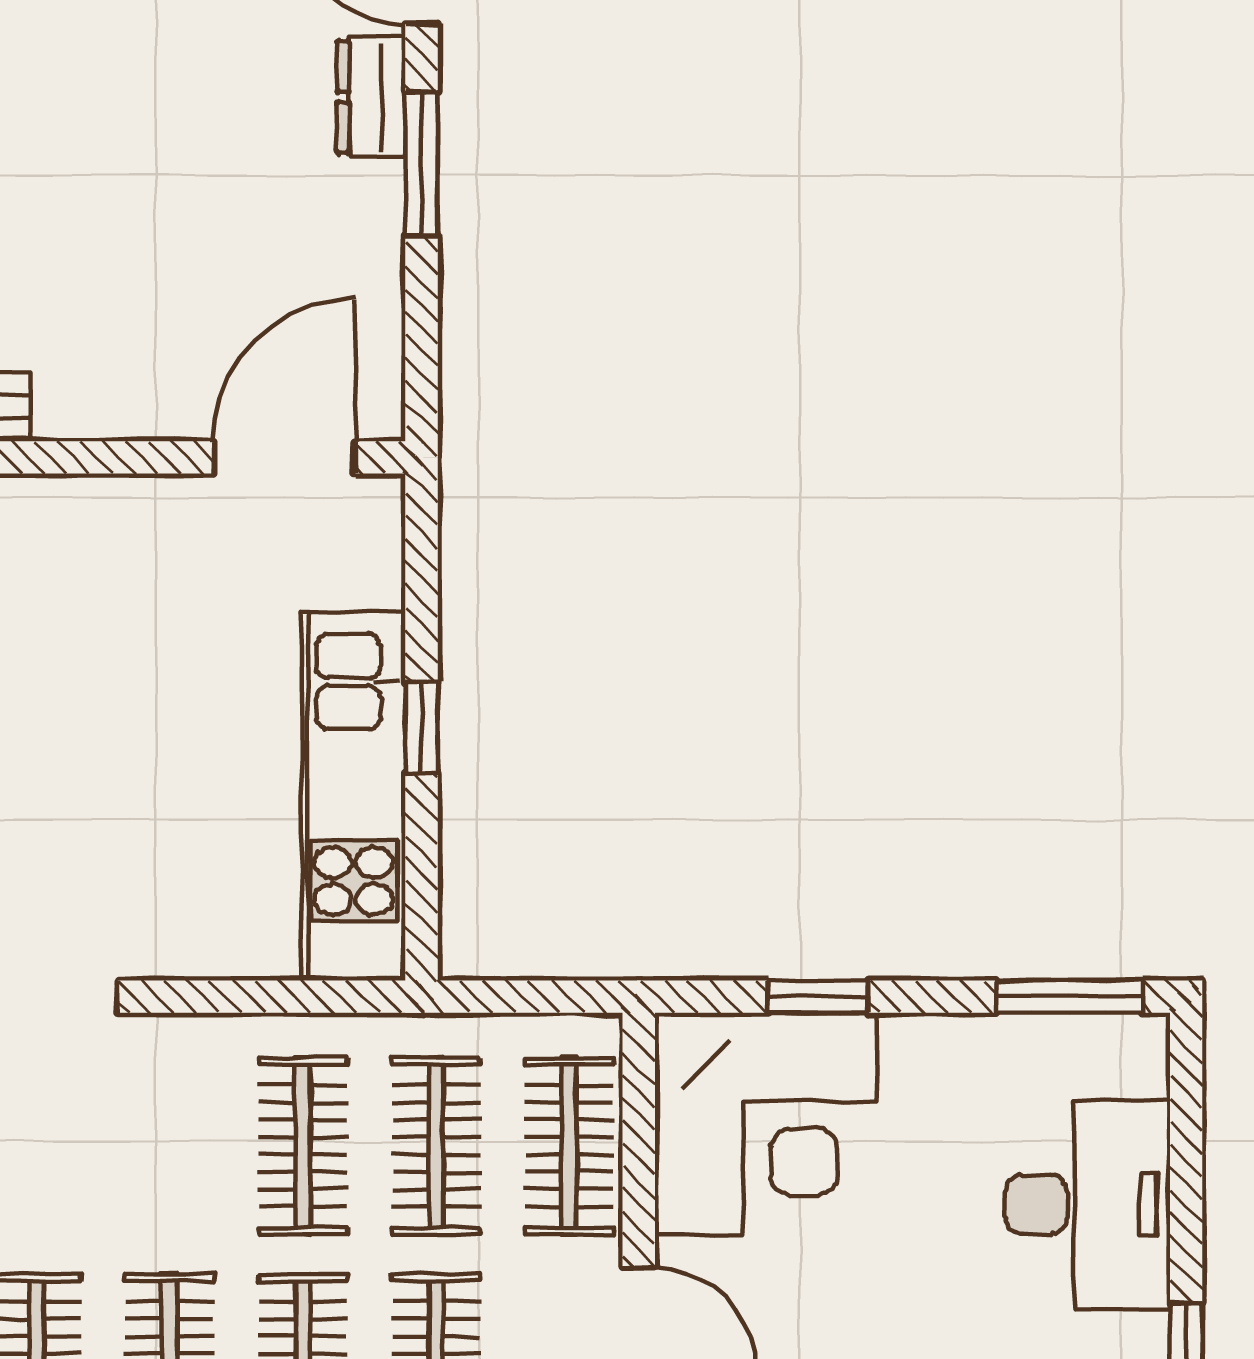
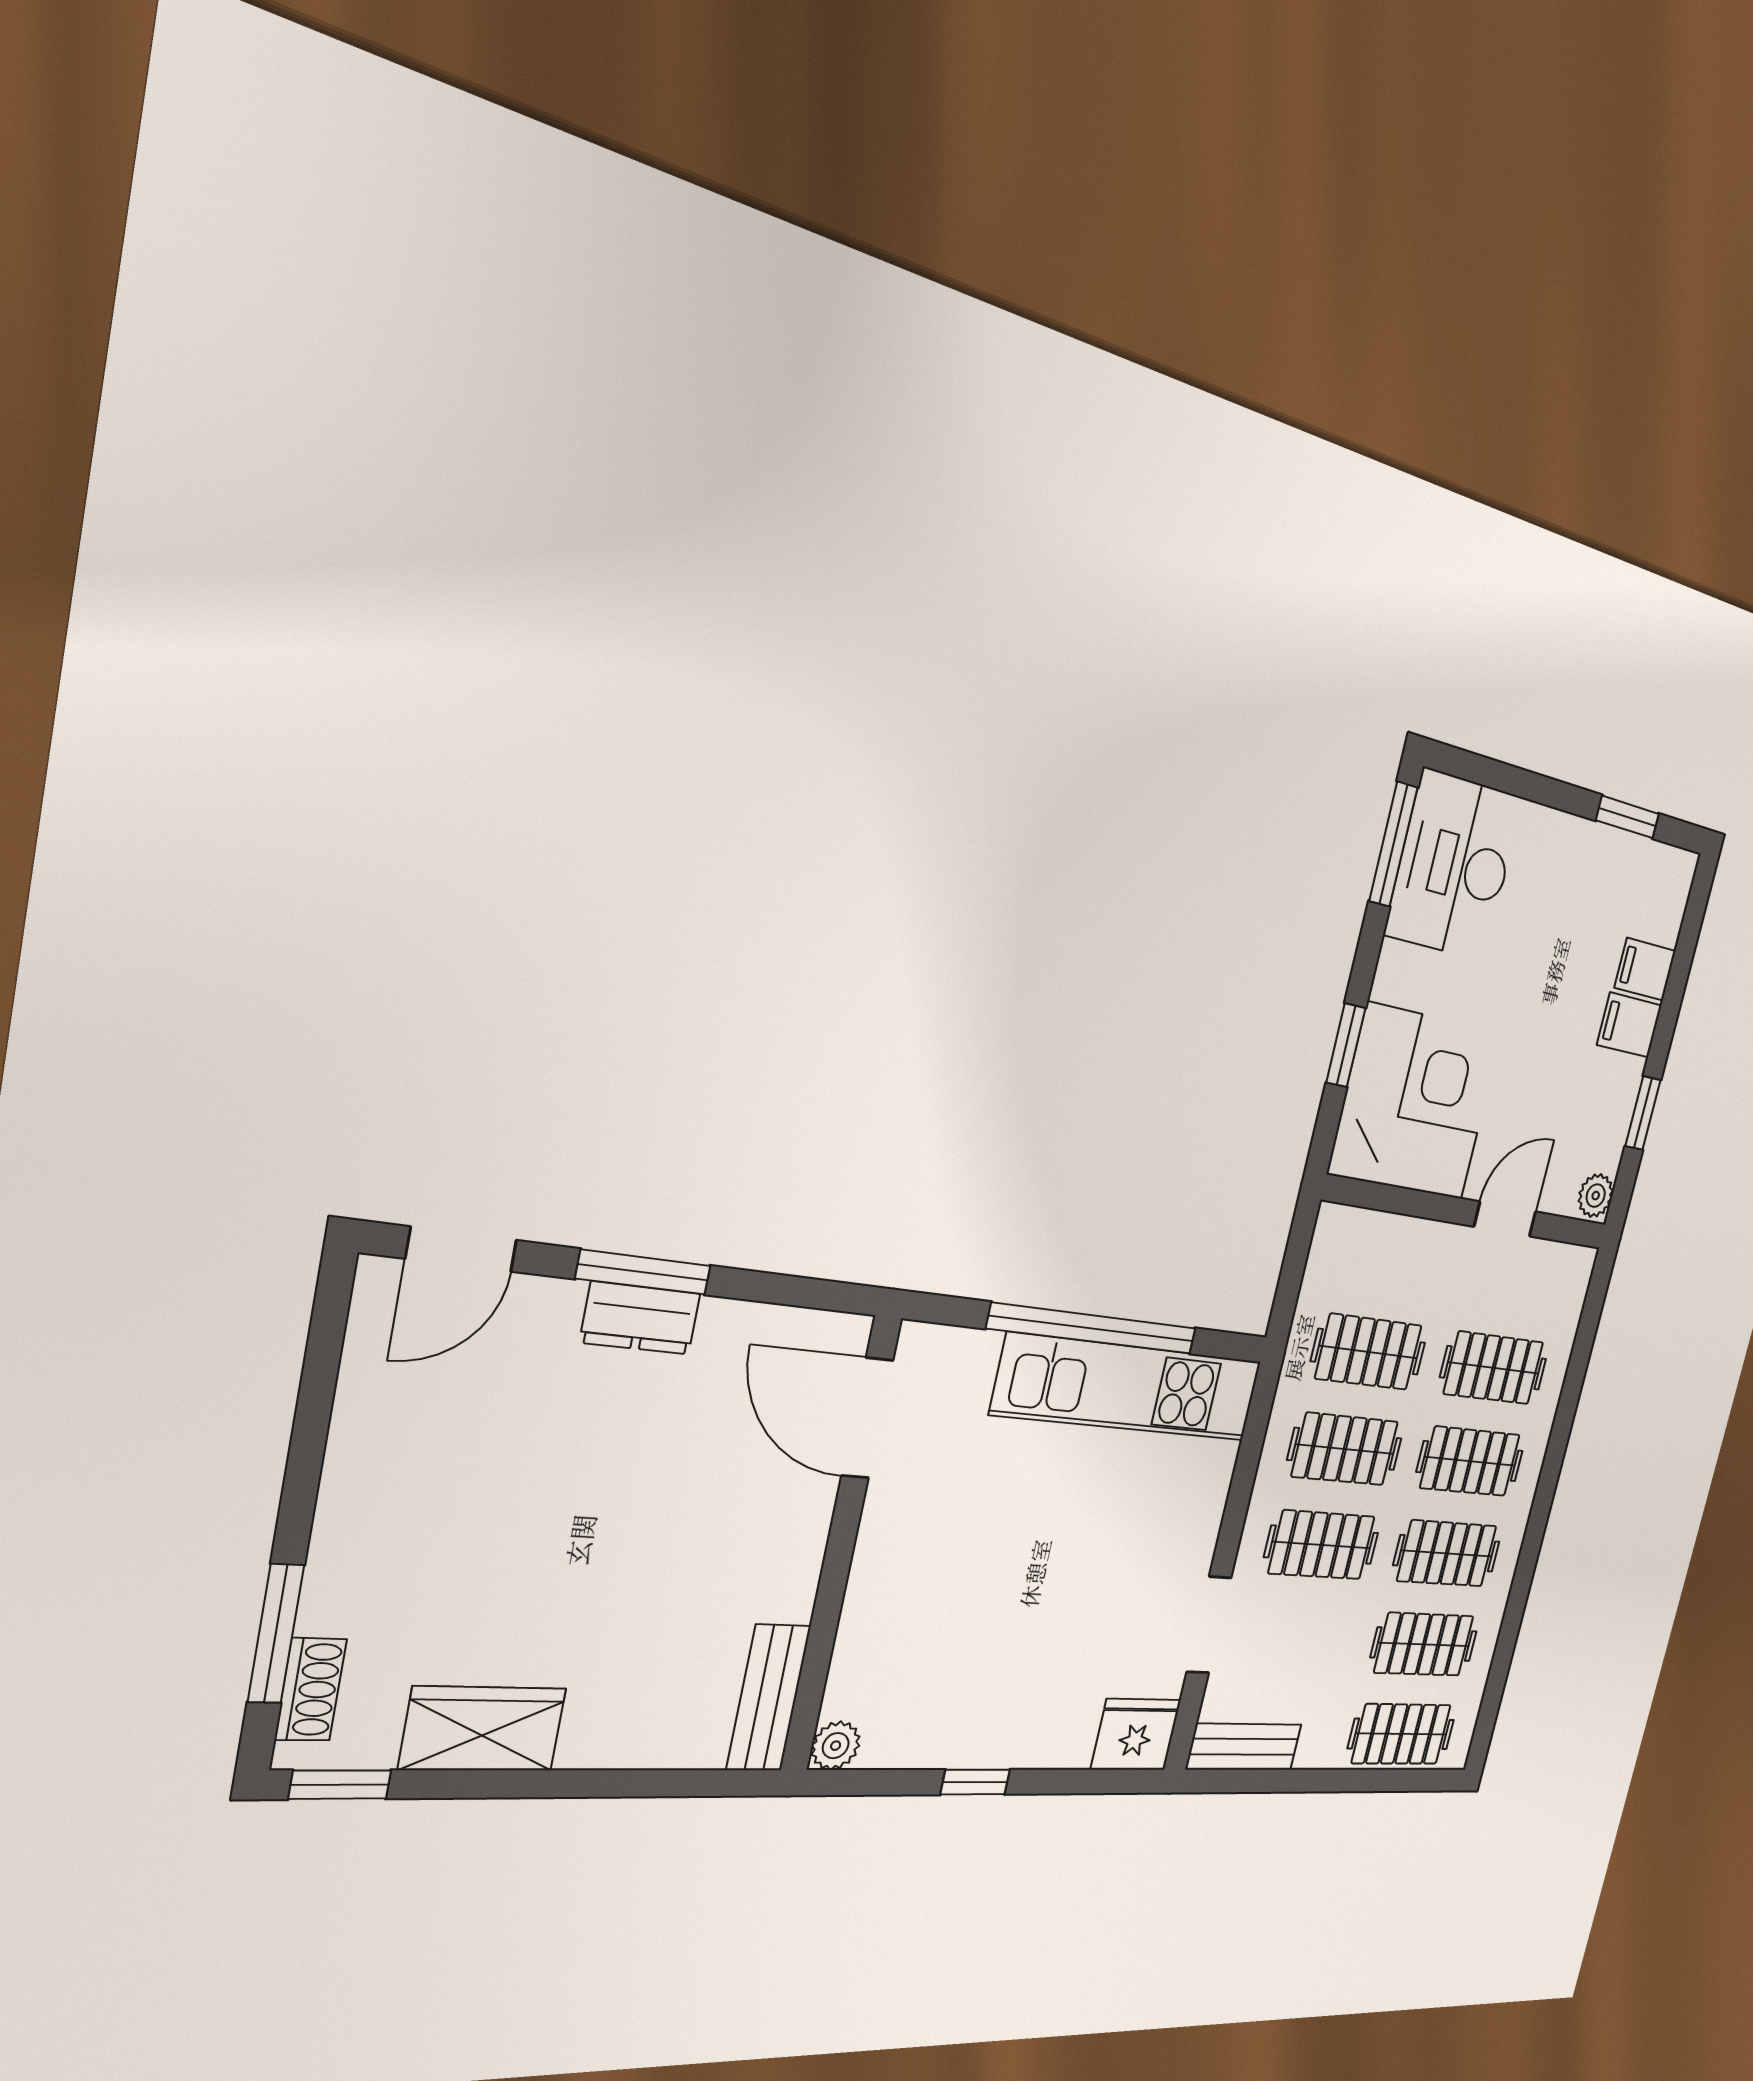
dresser: (371, 97) -> (640, 1318), moved
window: (422, 728) -> (1093, 1328), width x3.17
clothes rail: (569, 1146) -> (1322, 1545), moved
desk: (1087, 1204) -> (1454, 866), moved, turned -90

